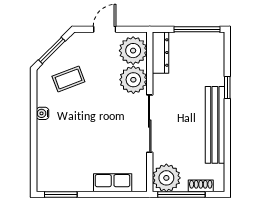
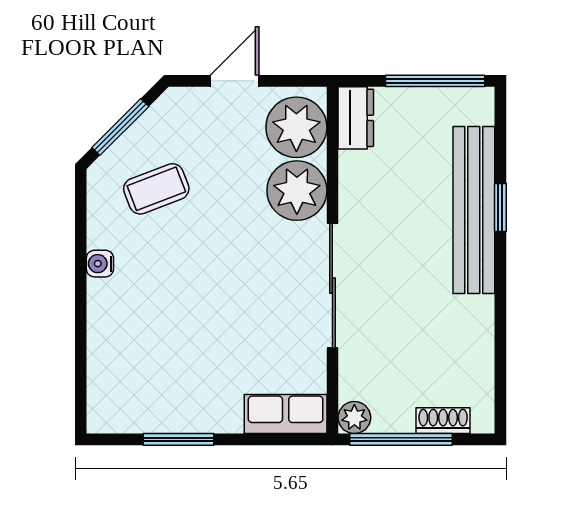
dresser: (161, 53) -> (356, 118), width x0.70
bench: (215, 125) -> (474, 210), moved
plant: (166, 178) -> (354, 418), width x0.53, depth x0.53
row of seats: (113, 183) -> (286, 414), moved
window: (61, 195) -> (178, 439), moved

